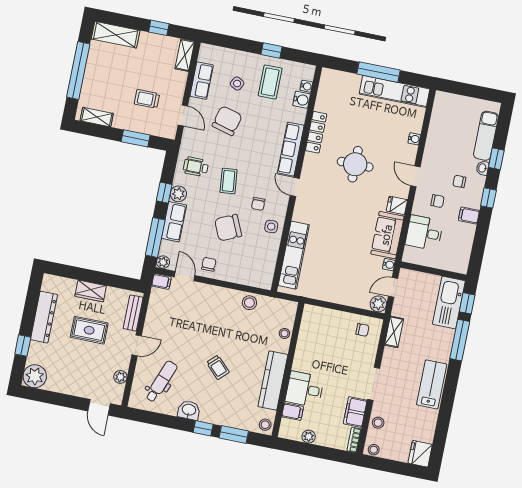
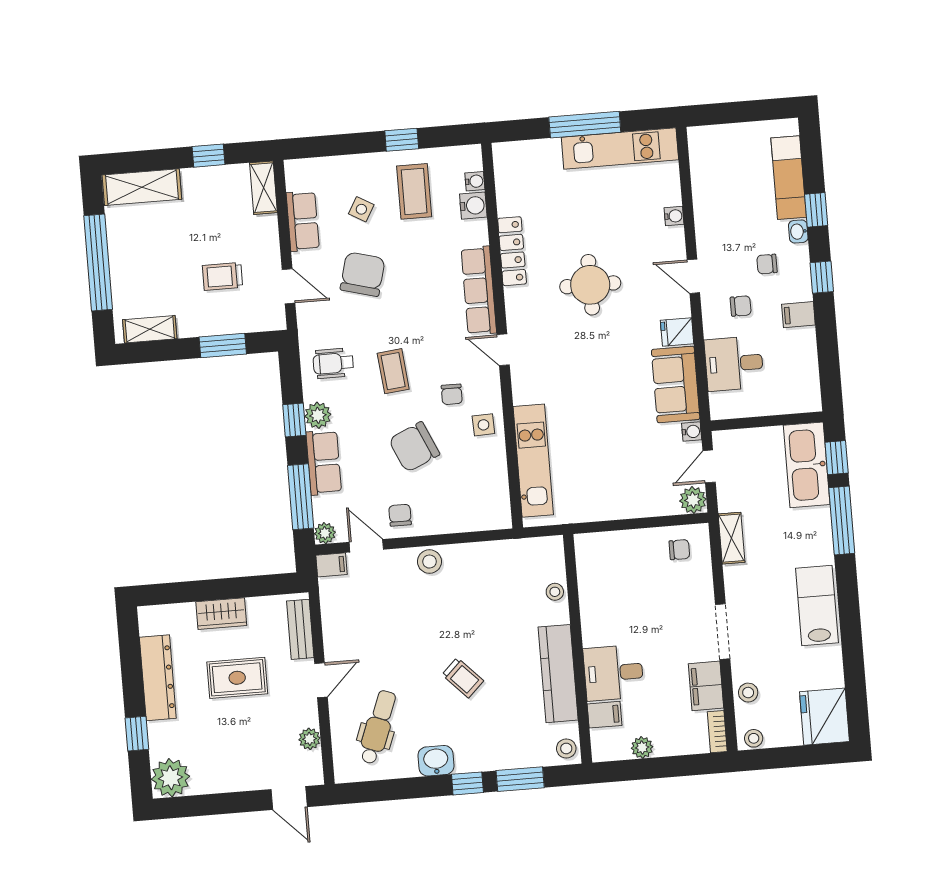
stool: (249, 303) -> (429, 562), moved
fridge: (420, 454) -> (824, 717), width x1.36, depth x1.34

